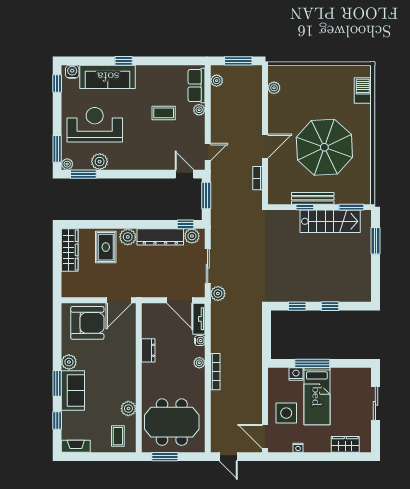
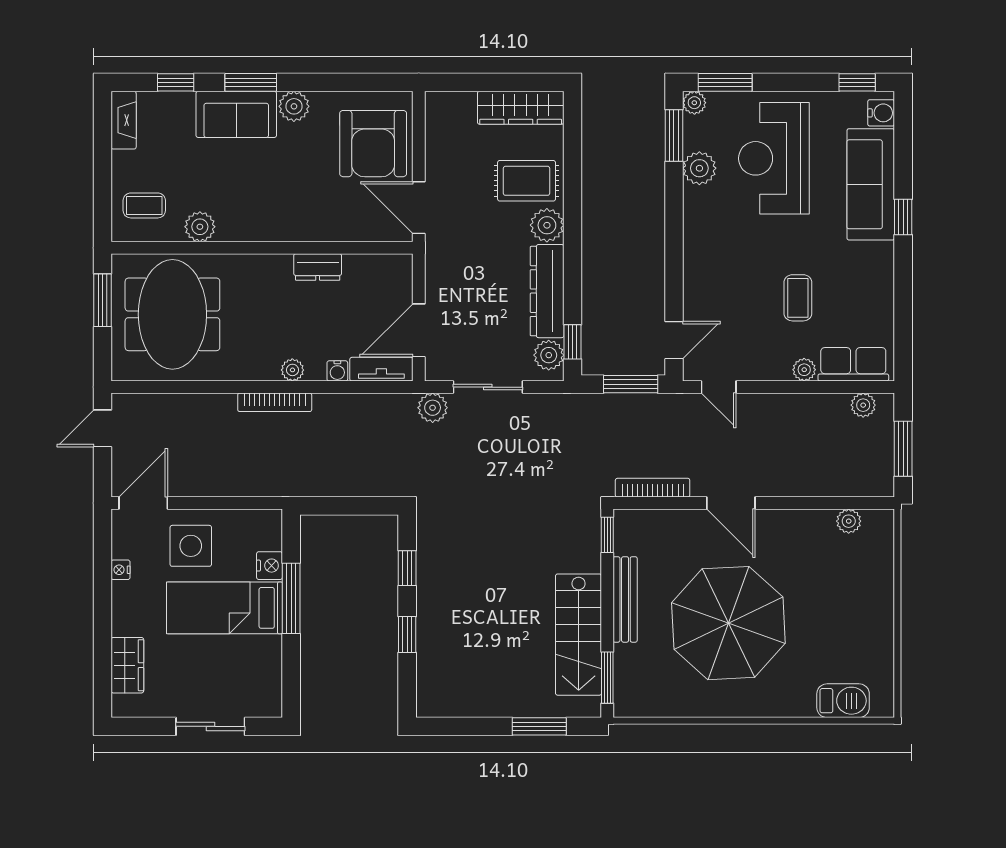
reception desk: (95, 125) -> (774, 158), turned 180
bookcase: (257, 178) -> (653, 488), width x1.56
window: (305, 207) -> (607, 535), moved

